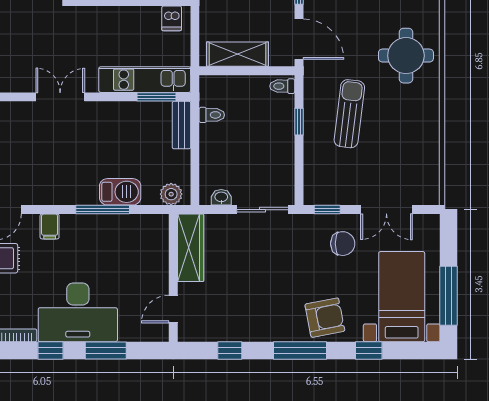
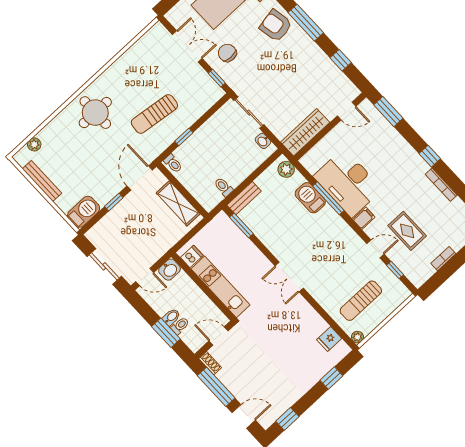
kitchen unit: (145, 80) -> (220, 287), moved, turned 180
desk: (78, 312) -> (348, 183), moved, turned 180
window: (106, 351) -> (388, 112), moved

